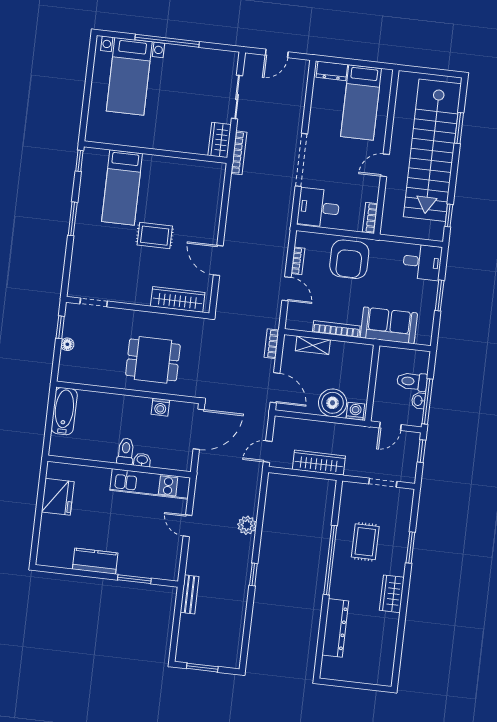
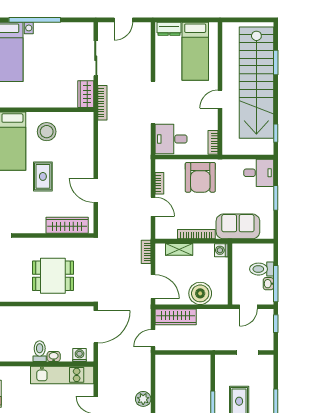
stool: (166, 181) -> (47, 132), added
rug: (155, 236) -> (43, 176), turned 90
washing machine: (160, 407) -> (80, 355), moved, turned 180
washing machine: (355, 411) -> (221, 250), moved, turned -90
wardrobe: (319, 463) -> (176, 317), moved, turned 180

